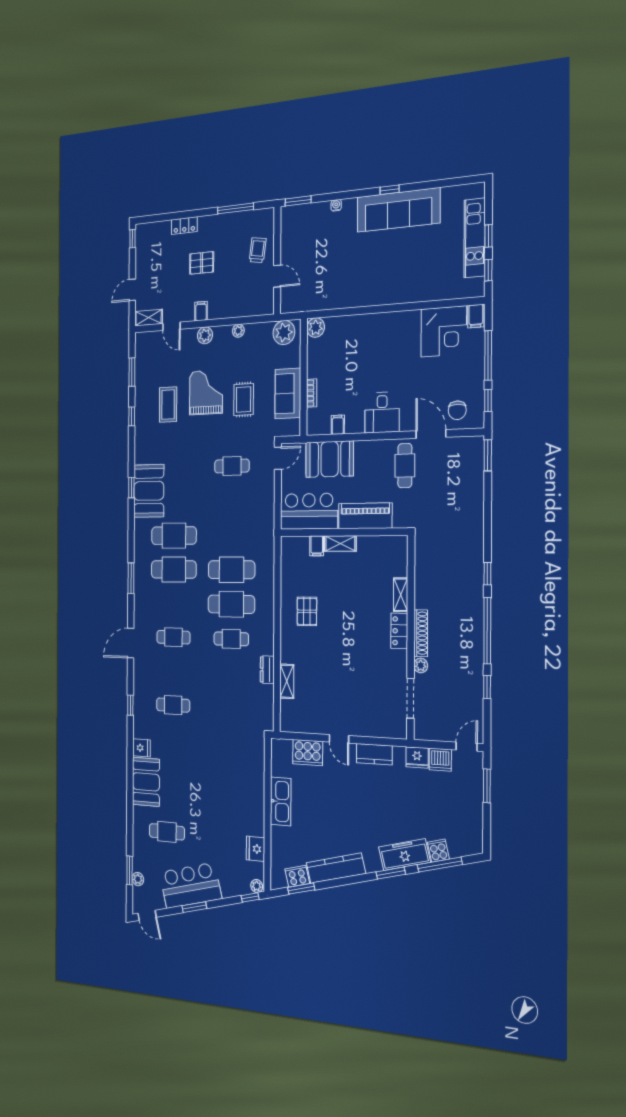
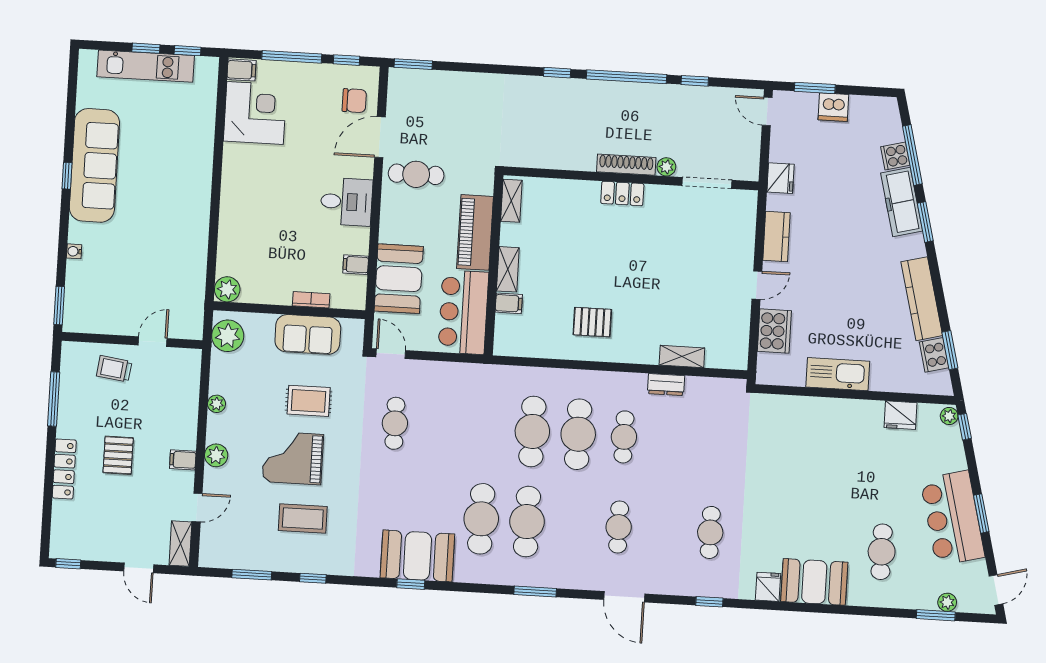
locker: (184, 226) -> (64, 469), width x1.53
shelving: (401, 595) -> (511, 201), moved, turned 90
dishwasher: (440, 760) -> (833, 107), moved, turned 90

